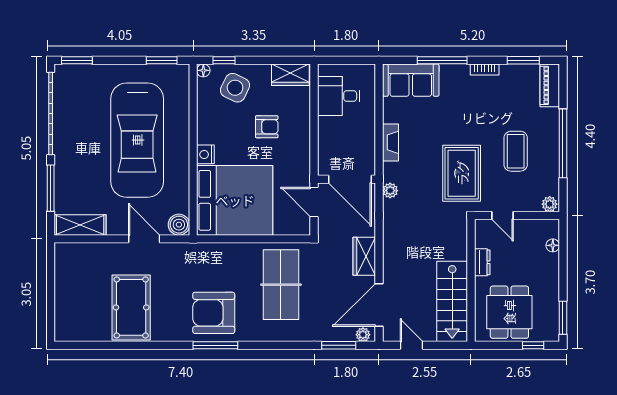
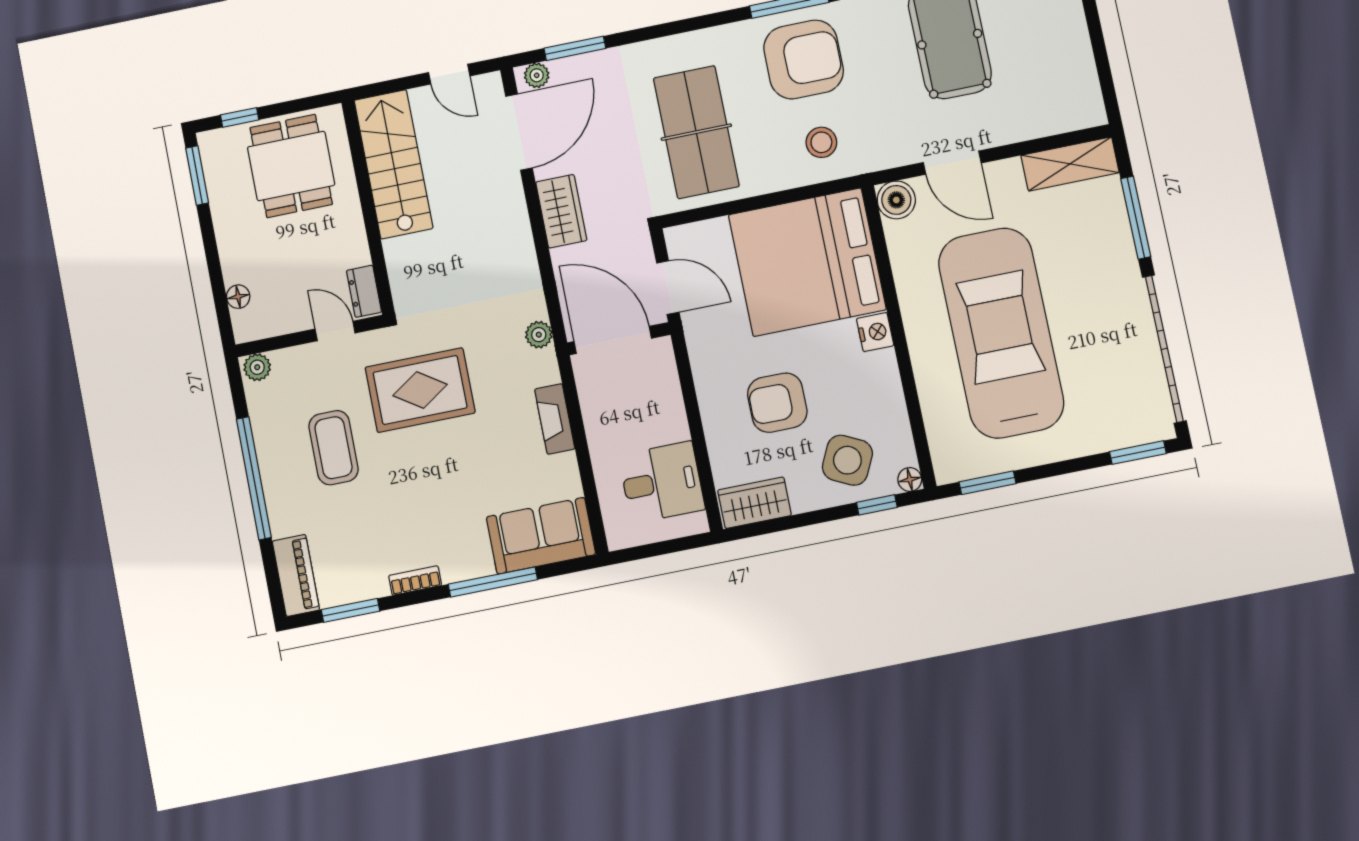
armchair: (267, 127) -> (777, 403), width x1.38, depth x1.38
rug: (462, 173) -> (420, 390), turned 90
dresser: (482, 262) -> (364, 291), moved
stool: (213, 265) -> (821, 142), added

